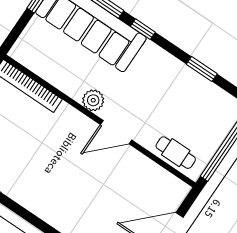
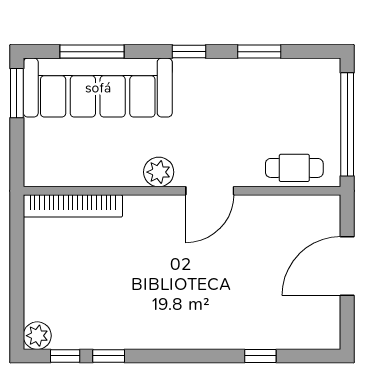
window: (143, 29) -> (189, 52), moved

